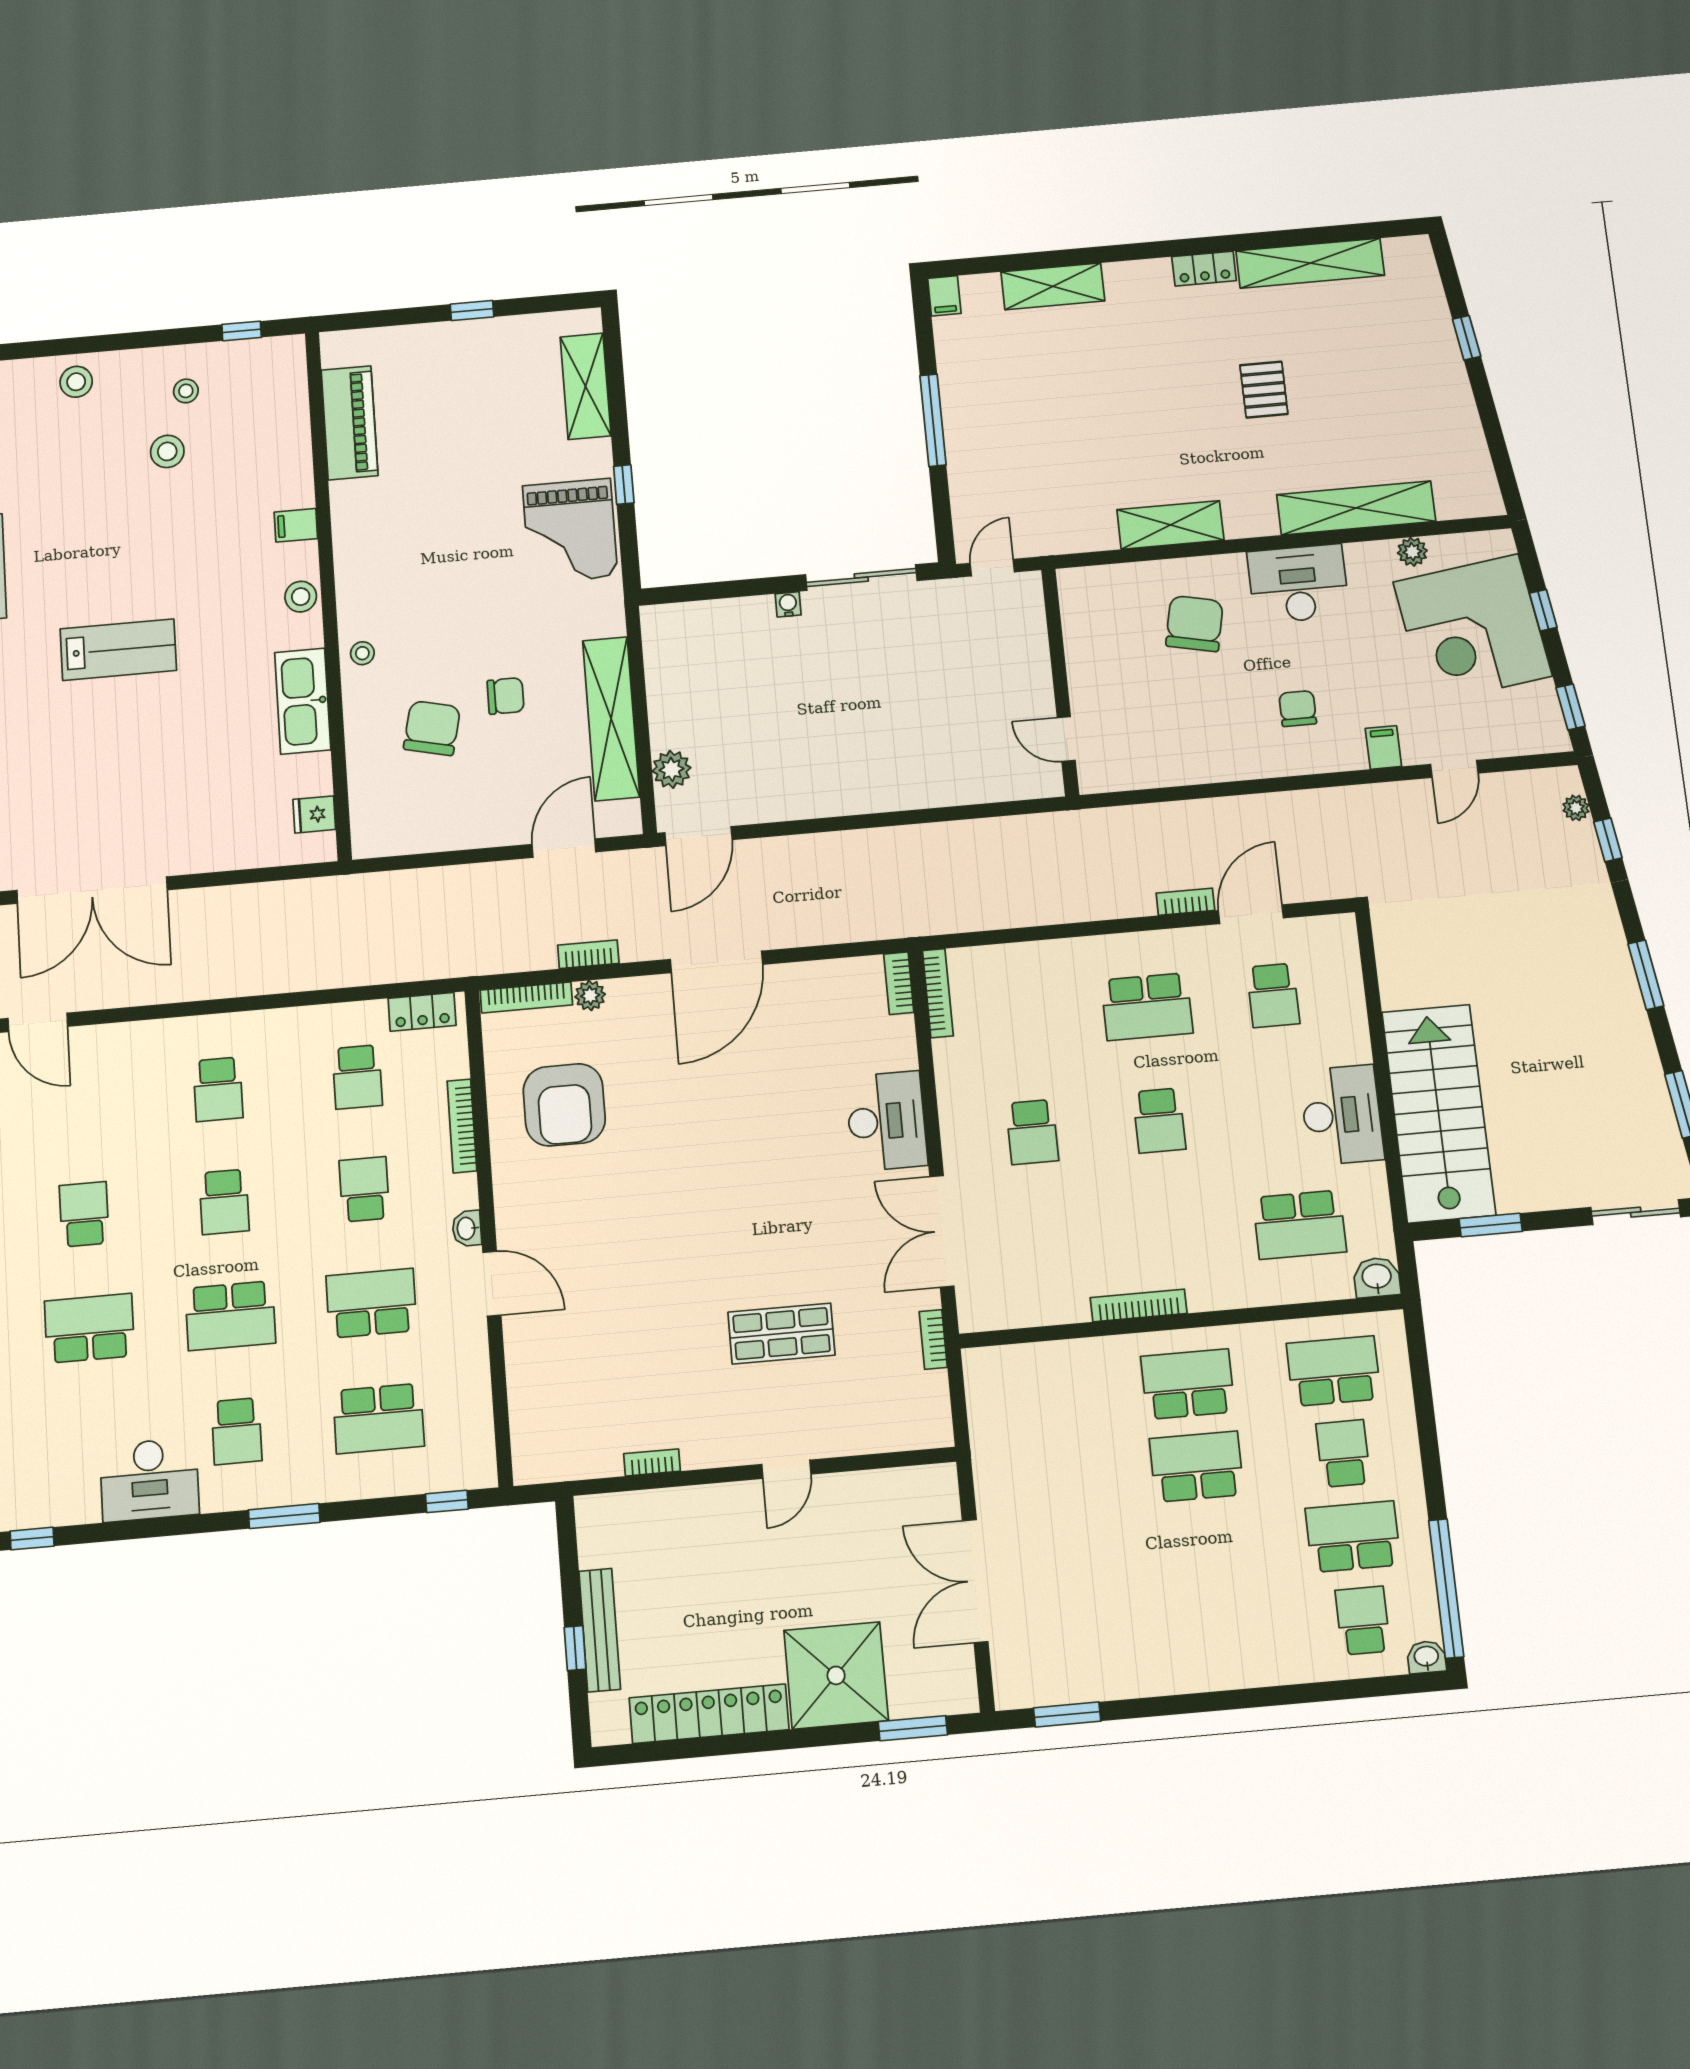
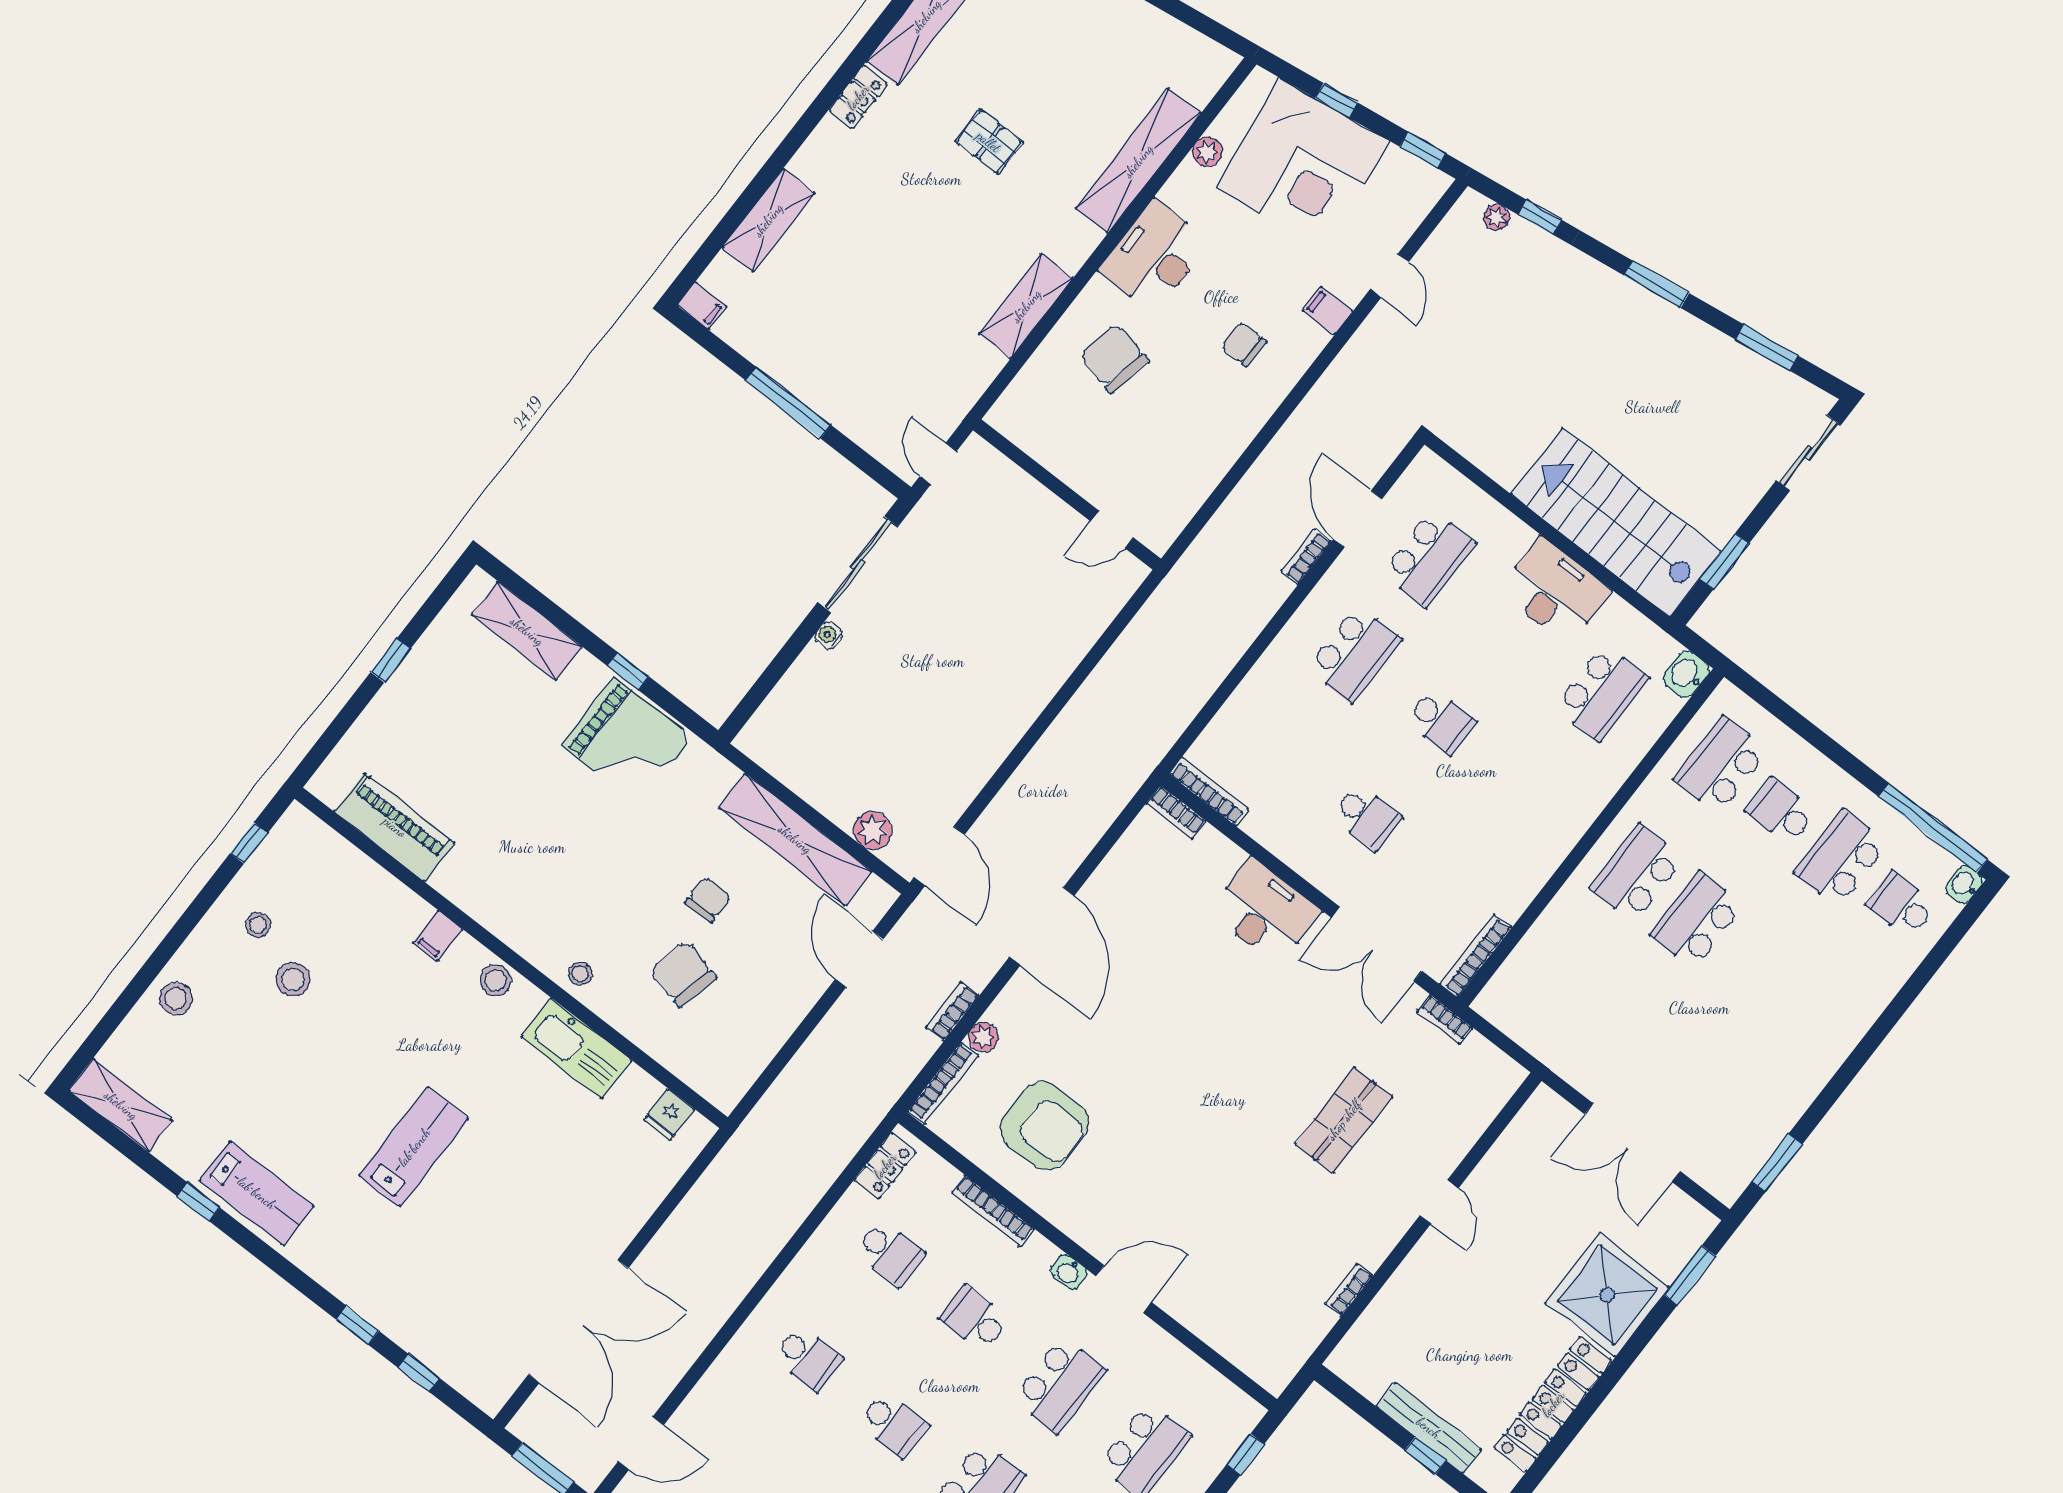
school desk: (1273, 995) -> (1429, 558), width x1.85
school desk: (371, 1303) -> (1060, 1385), turned 180
bookcase: (1139, 1305) -> (1476, 956), moved

